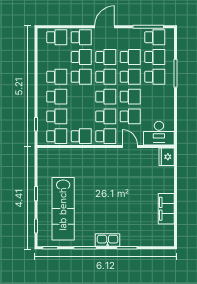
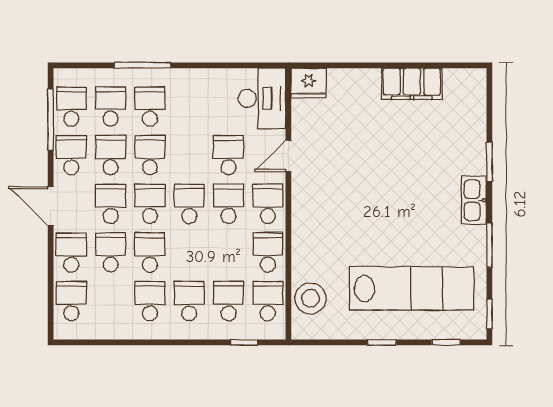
school desk: (130, 97) -> (71, 155), moved
stool: (58, 158) -> (310, 298), added

